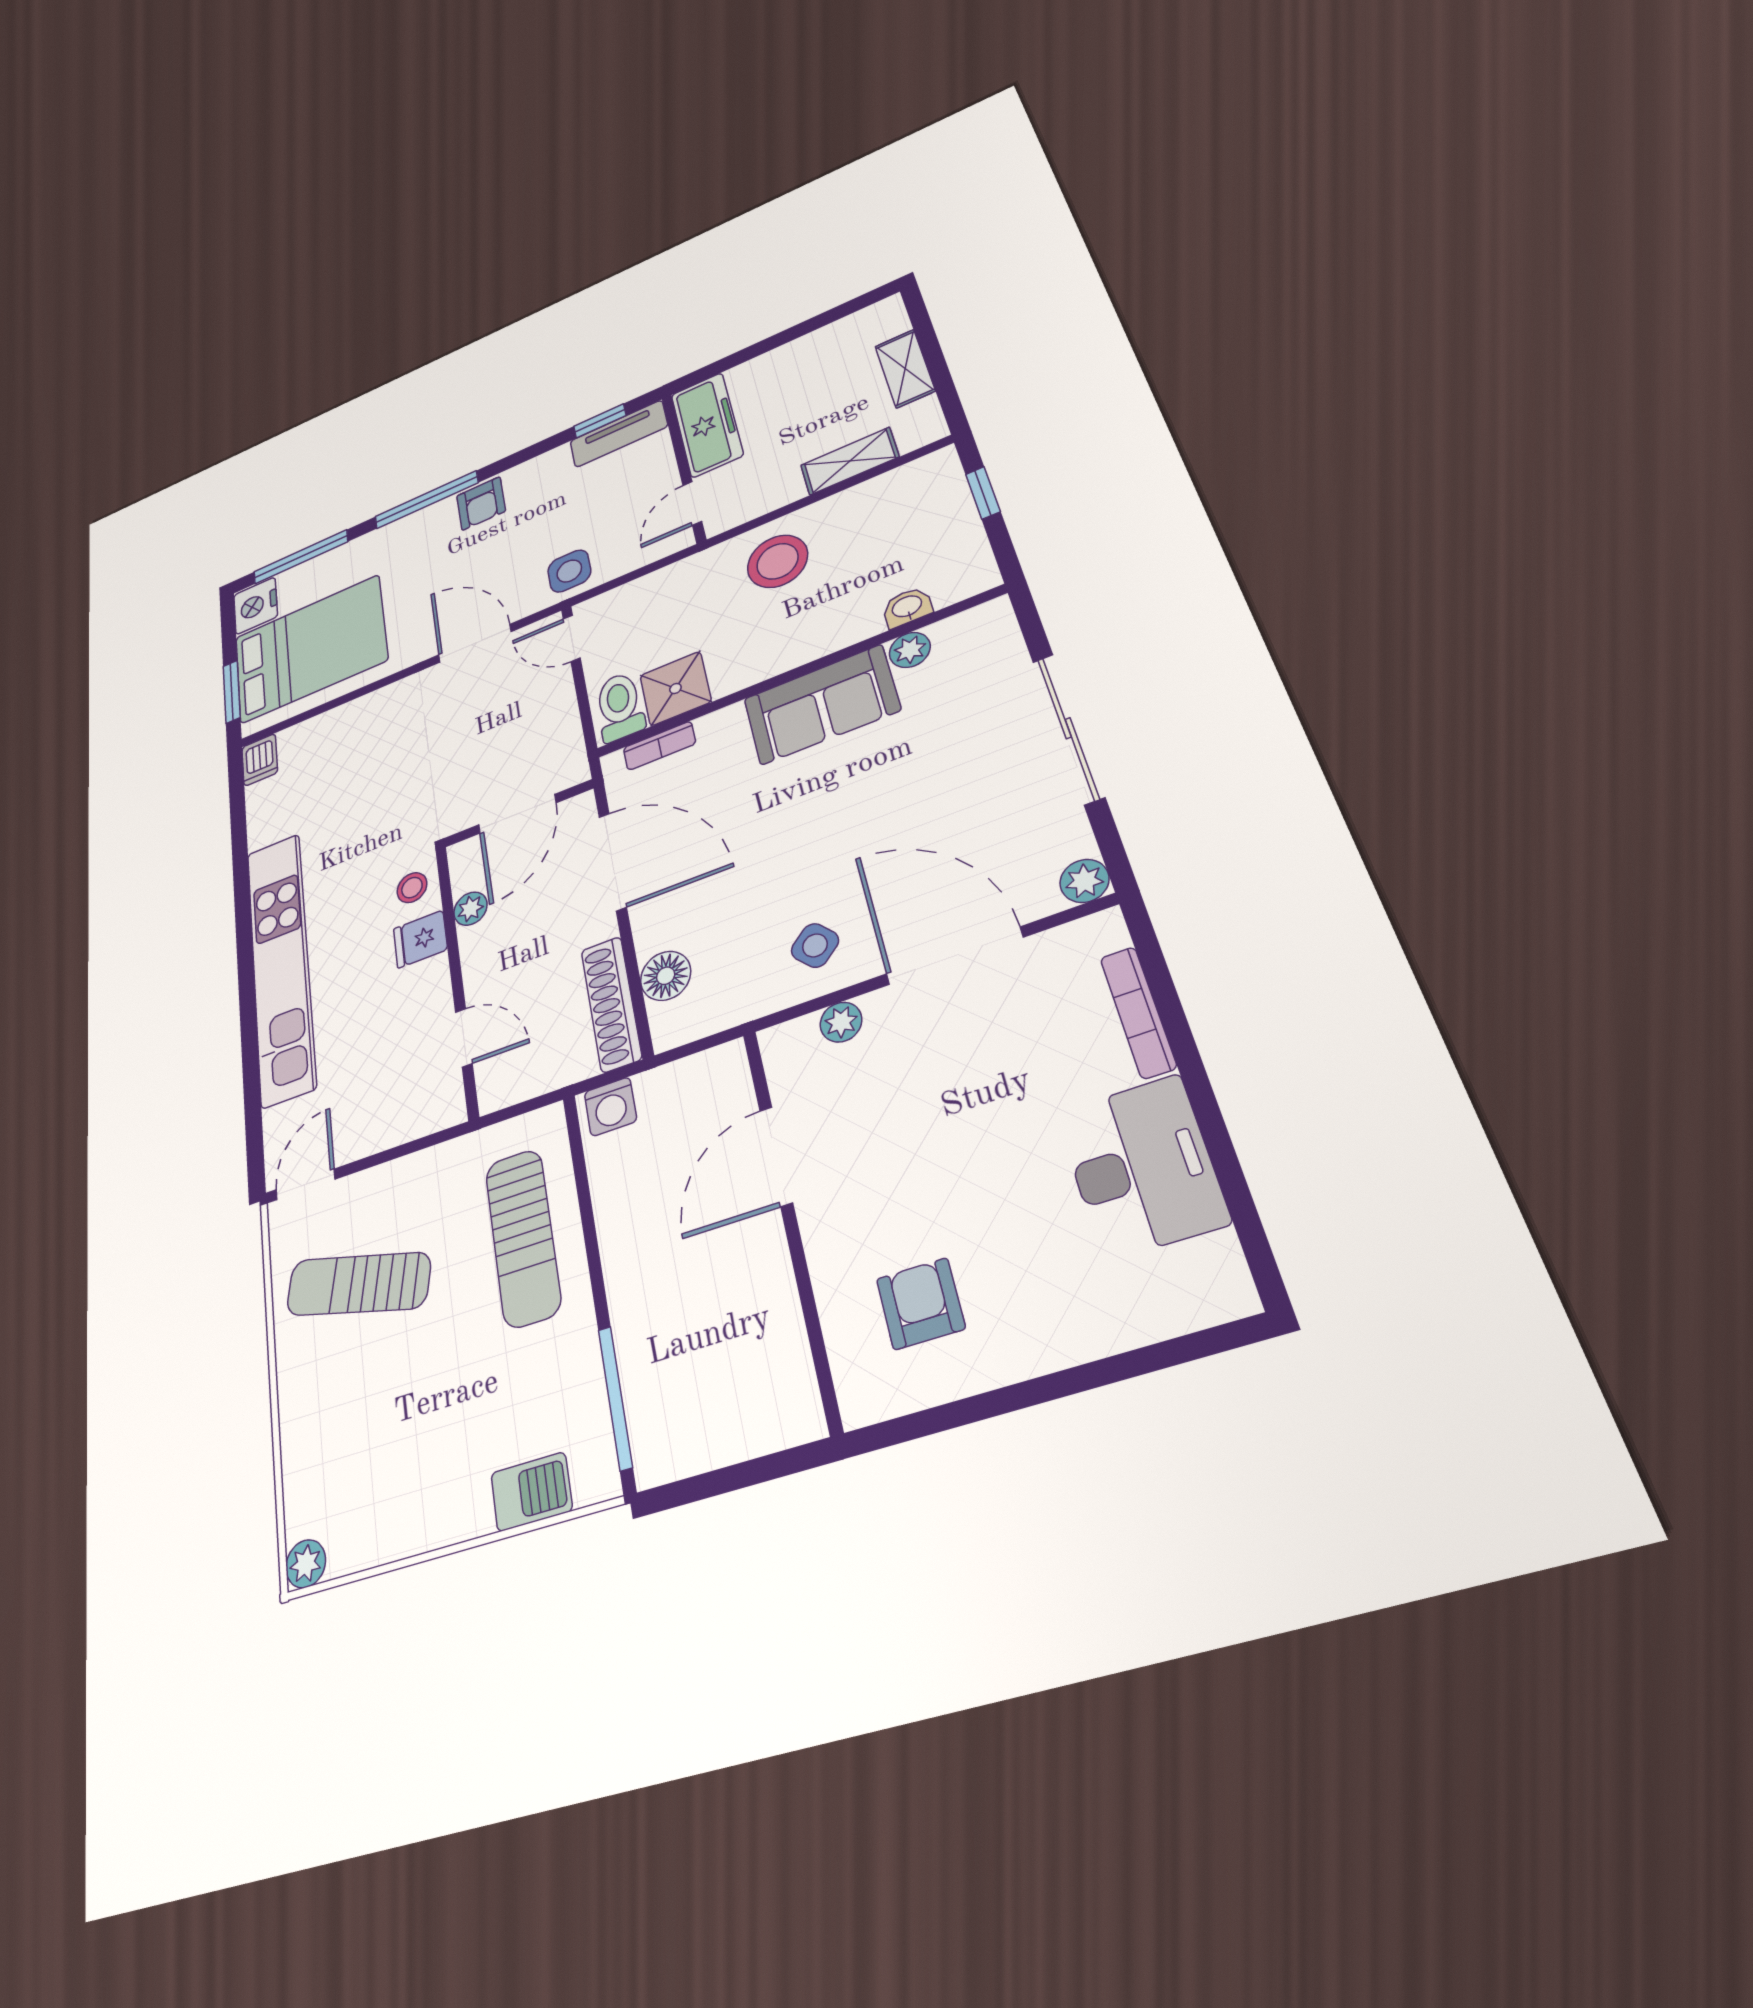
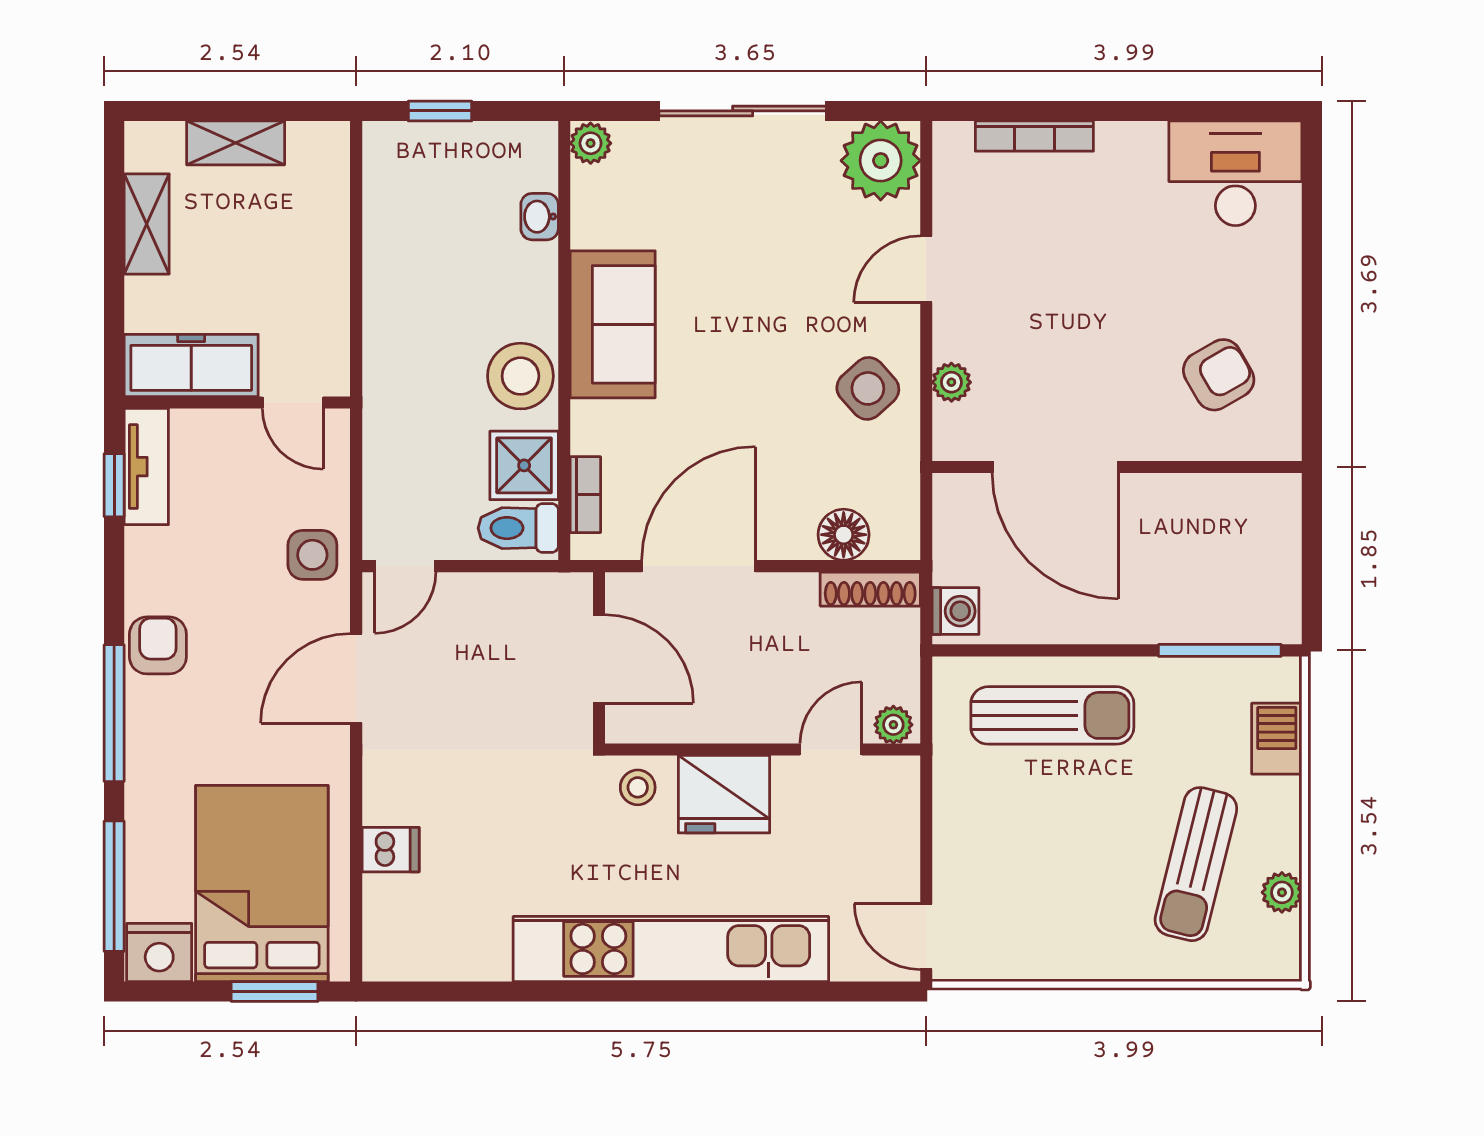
shelving: (850, 461) -> (147, 224), moved
armchair: (481, 504) -> (158, 645), turned -90
stool: (778, 561) -> (520, 376), moved
plant: (910, 650) -> (591, 143), moved
dishwasher: (260, 760) -> (391, 850), moved
plant: (1084, 881) -> (881, 161), width x1.88, depth x1.88
plant: (470, 909) -> (893, 725), moved
fridge: (420, 939) -> (724, 794), width x1.88, depth x1.34
side table: (815, 945) -> (868, 388), width x1.37, depth x1.37
door: (954, 956) -> (926, 269), width x0.53
shoe rack: (611, 1004) -> (870, 589), width x0.74, depth x0.81
door: (776, 1156) -> (1055, 467), width x1.36
desk: (1142, 1167) -> (1235, 173), moved
sun lounger: (358, 1284) -> (1196, 864), moved
armchair: (921, 1304) -> (1219, 375), turned 150
plant: (306, 1564) -> (1282, 892), moved

